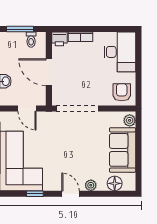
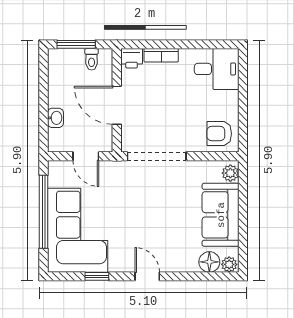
desk: (120, 52) -> (217, 69), width x0.73
armchair: (122, 92) -> (219, 134), turned -90
plant: (91, 185) -> (229, 264), moved

